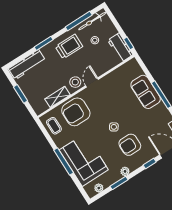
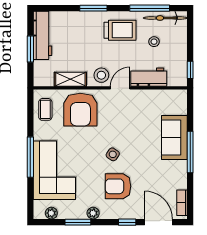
workbench: (120, 47) -> (149, 77), moved, turned 90
workbench: (27, 65) -> (43, 35), moved, turned -90
armchair: (76, 112) -> (80, 110), turned -90

